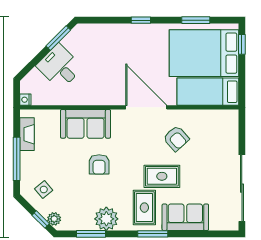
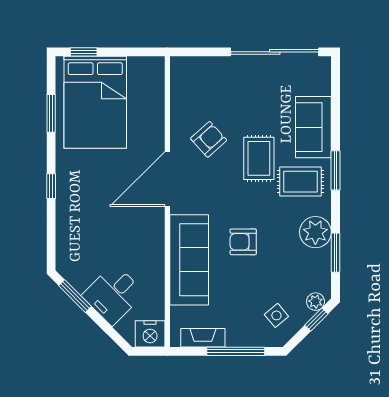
bed: (208, 92) -> (146, 97), removed
nightstand: (25, 100) -> (150, 334), width x1.89, depth x1.79
sofa: (86, 124) -> (189, 260), width x1.36
armchair: (99, 164) -> (243, 242), turned 180

